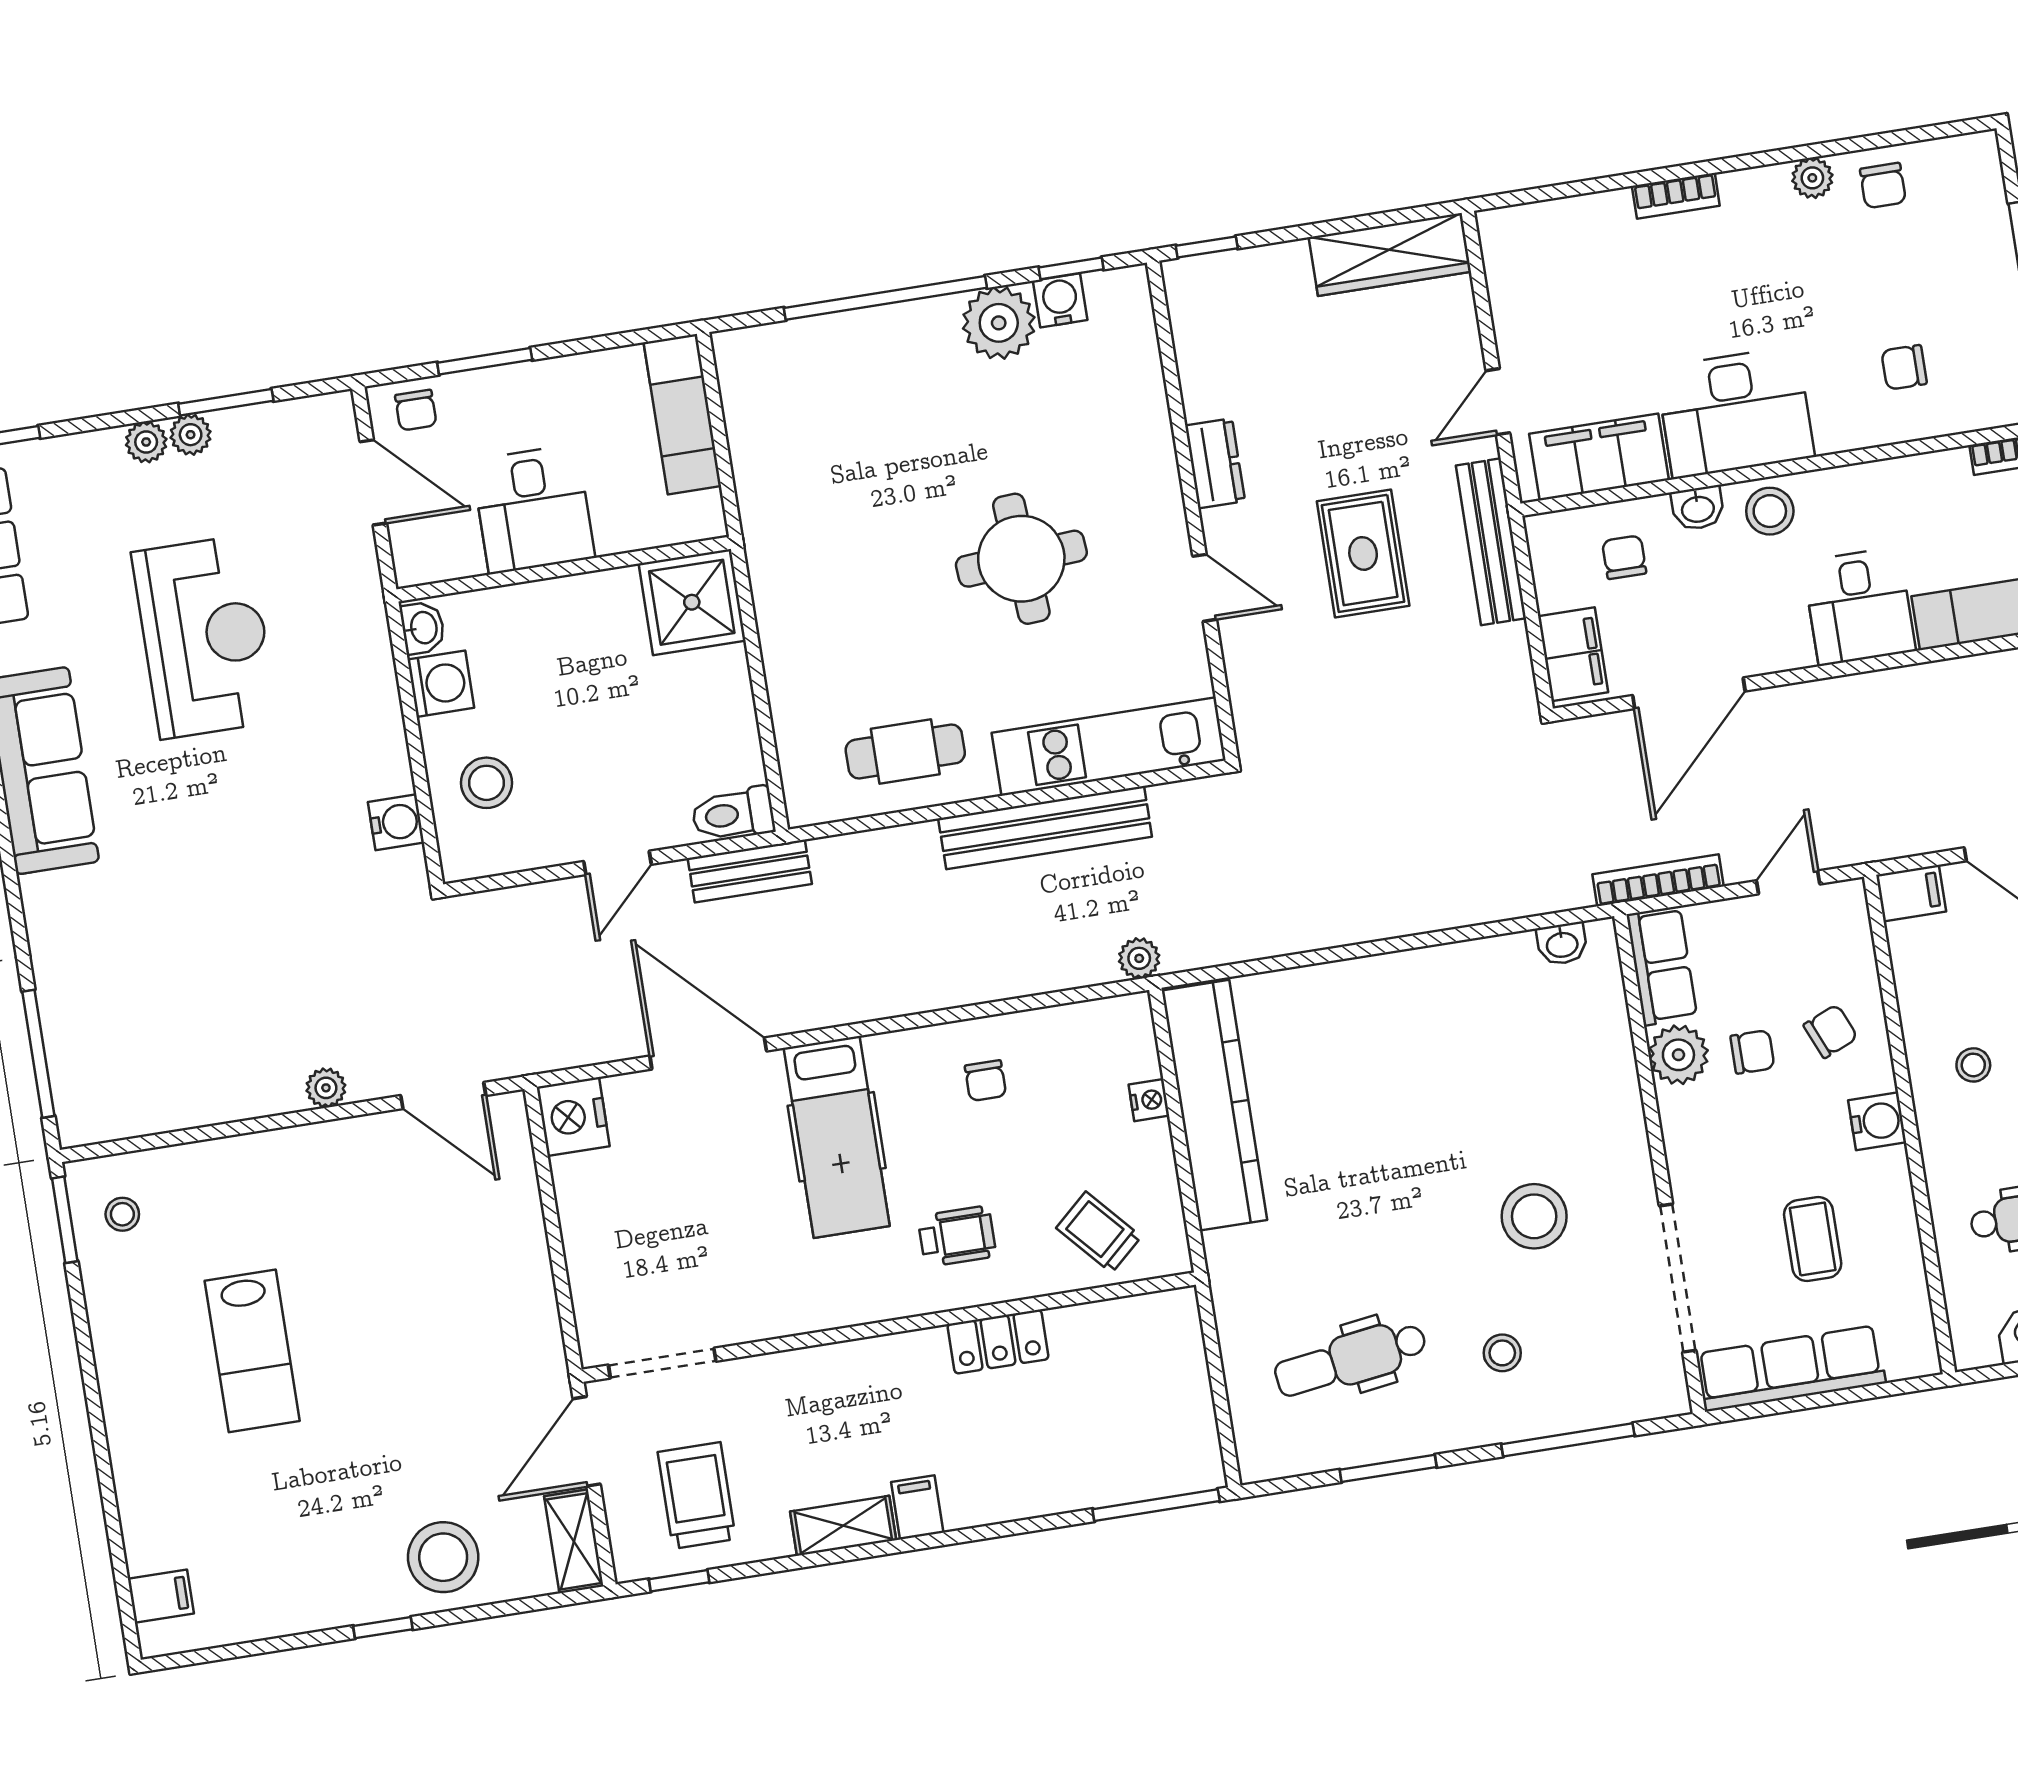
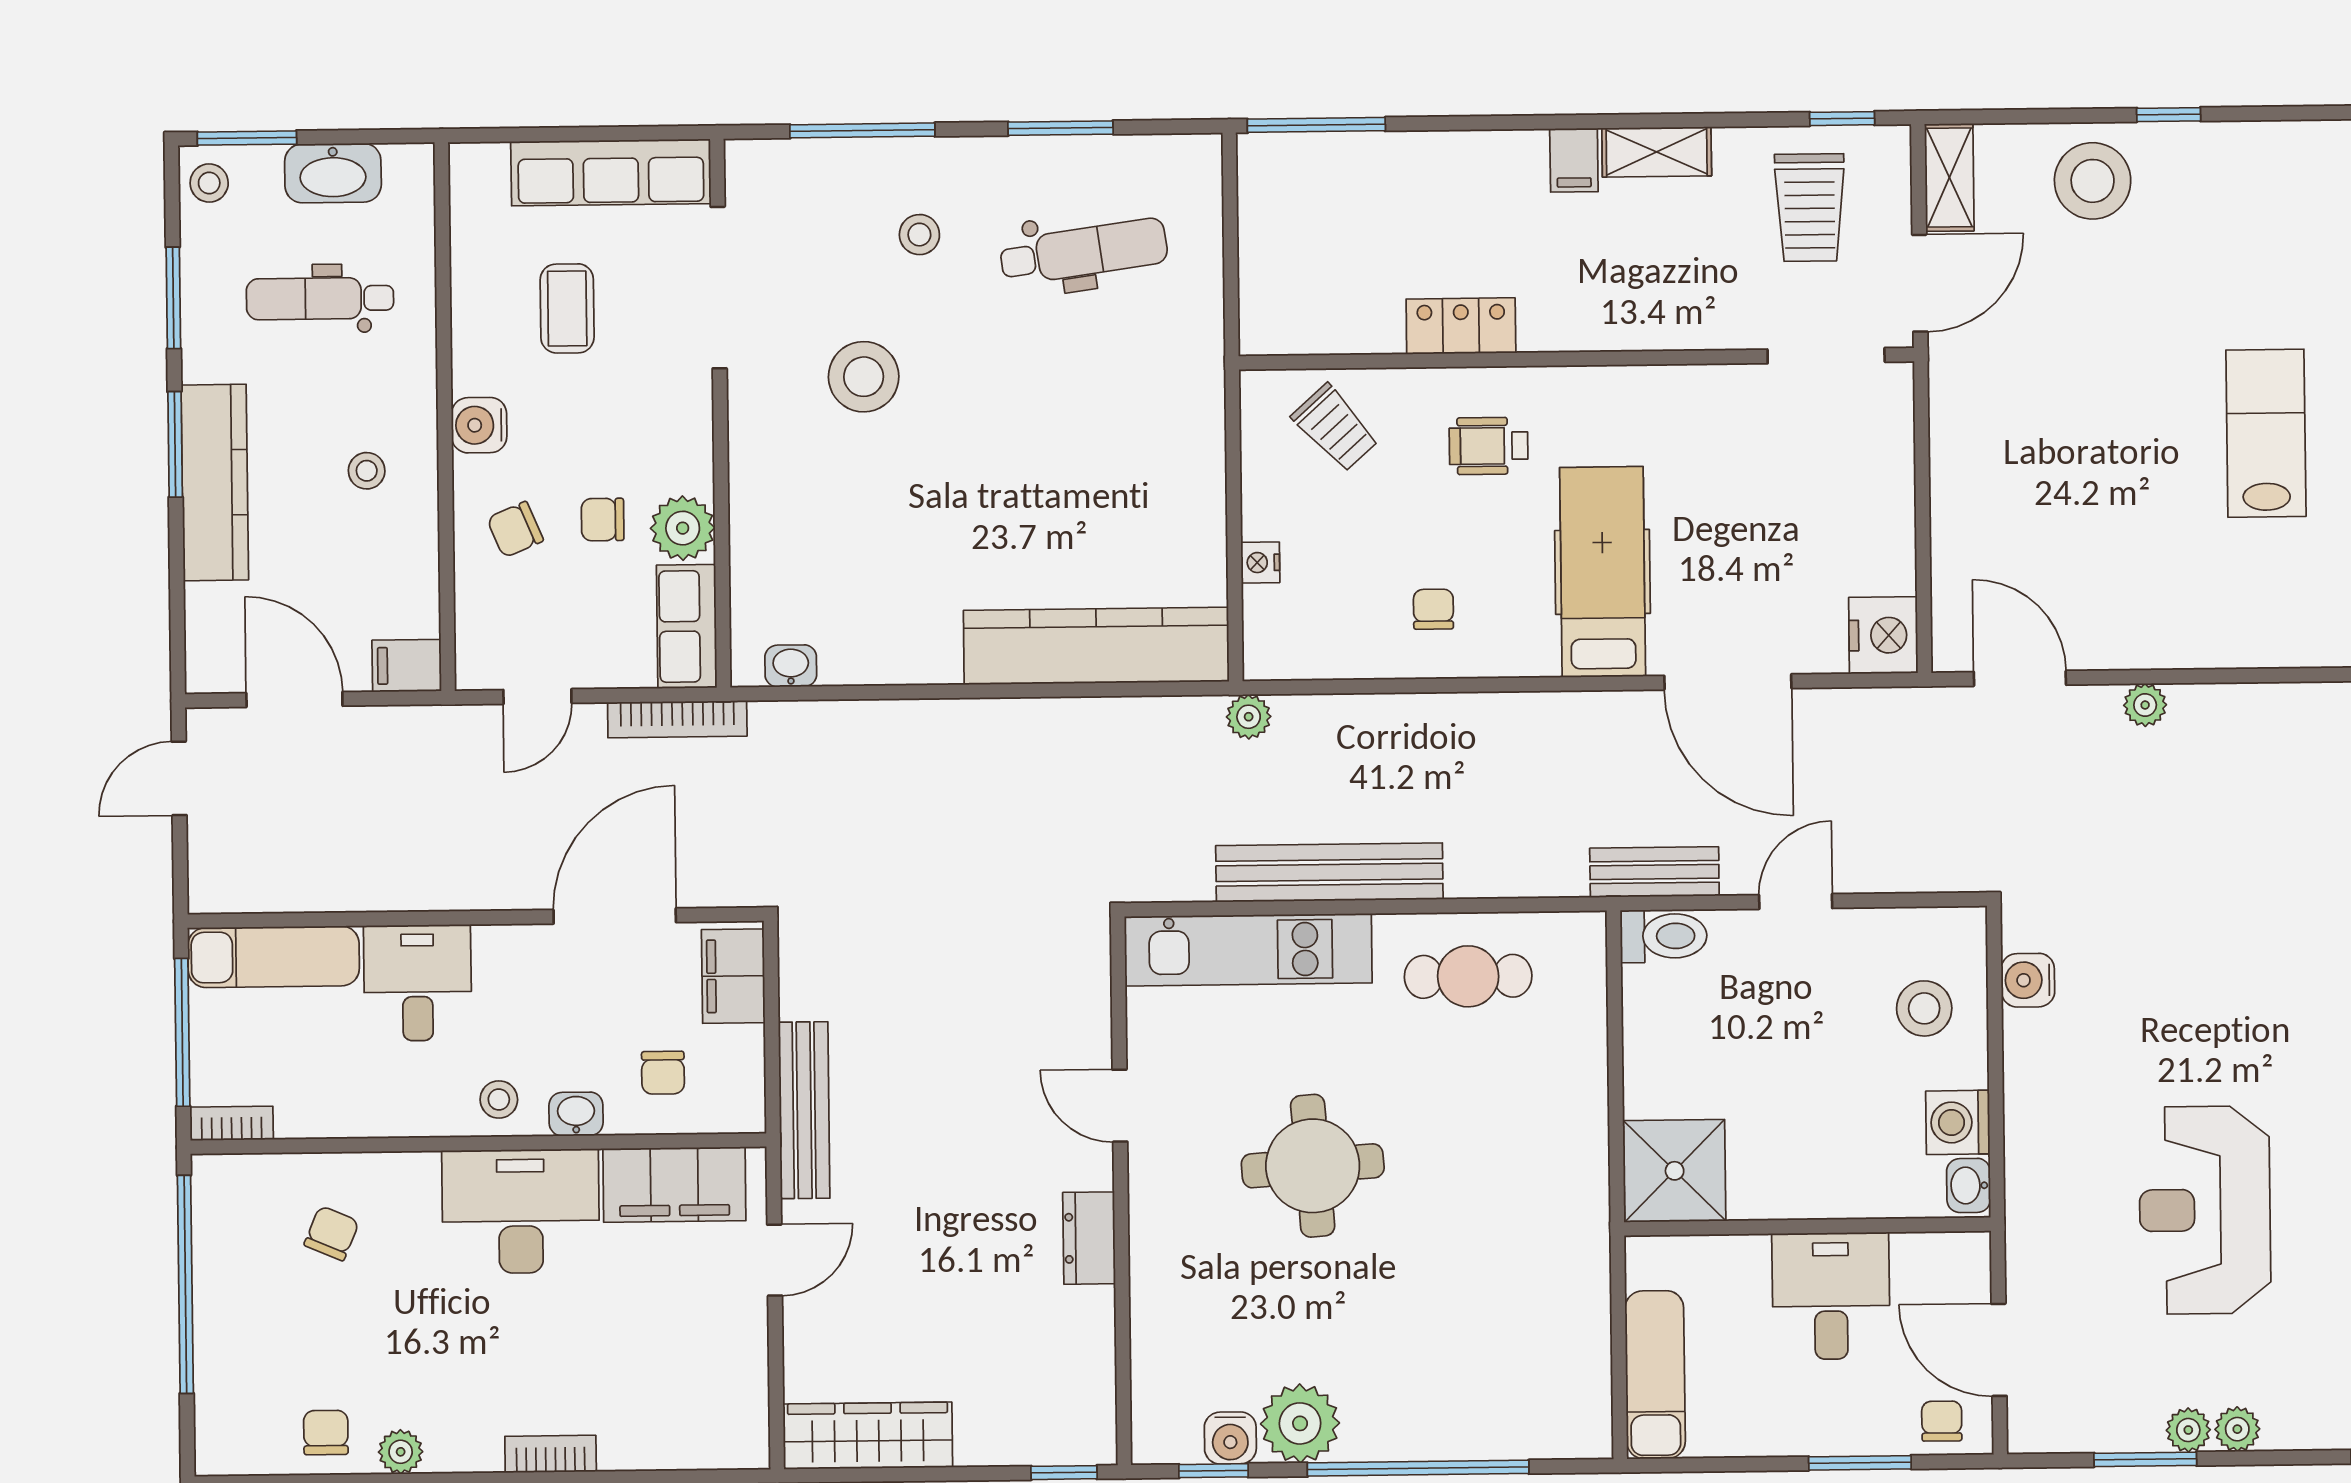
chair: (1904, 367) -> (332, 1233), turned -67
stool: (1770, 511) -> (499, 1100), width x0.73, depth x0.73
rug: (1363, 553) -> (944, 1118), removed
kitchen counter: (1214, 1105) -> (1096, 646), moved, turned 90

